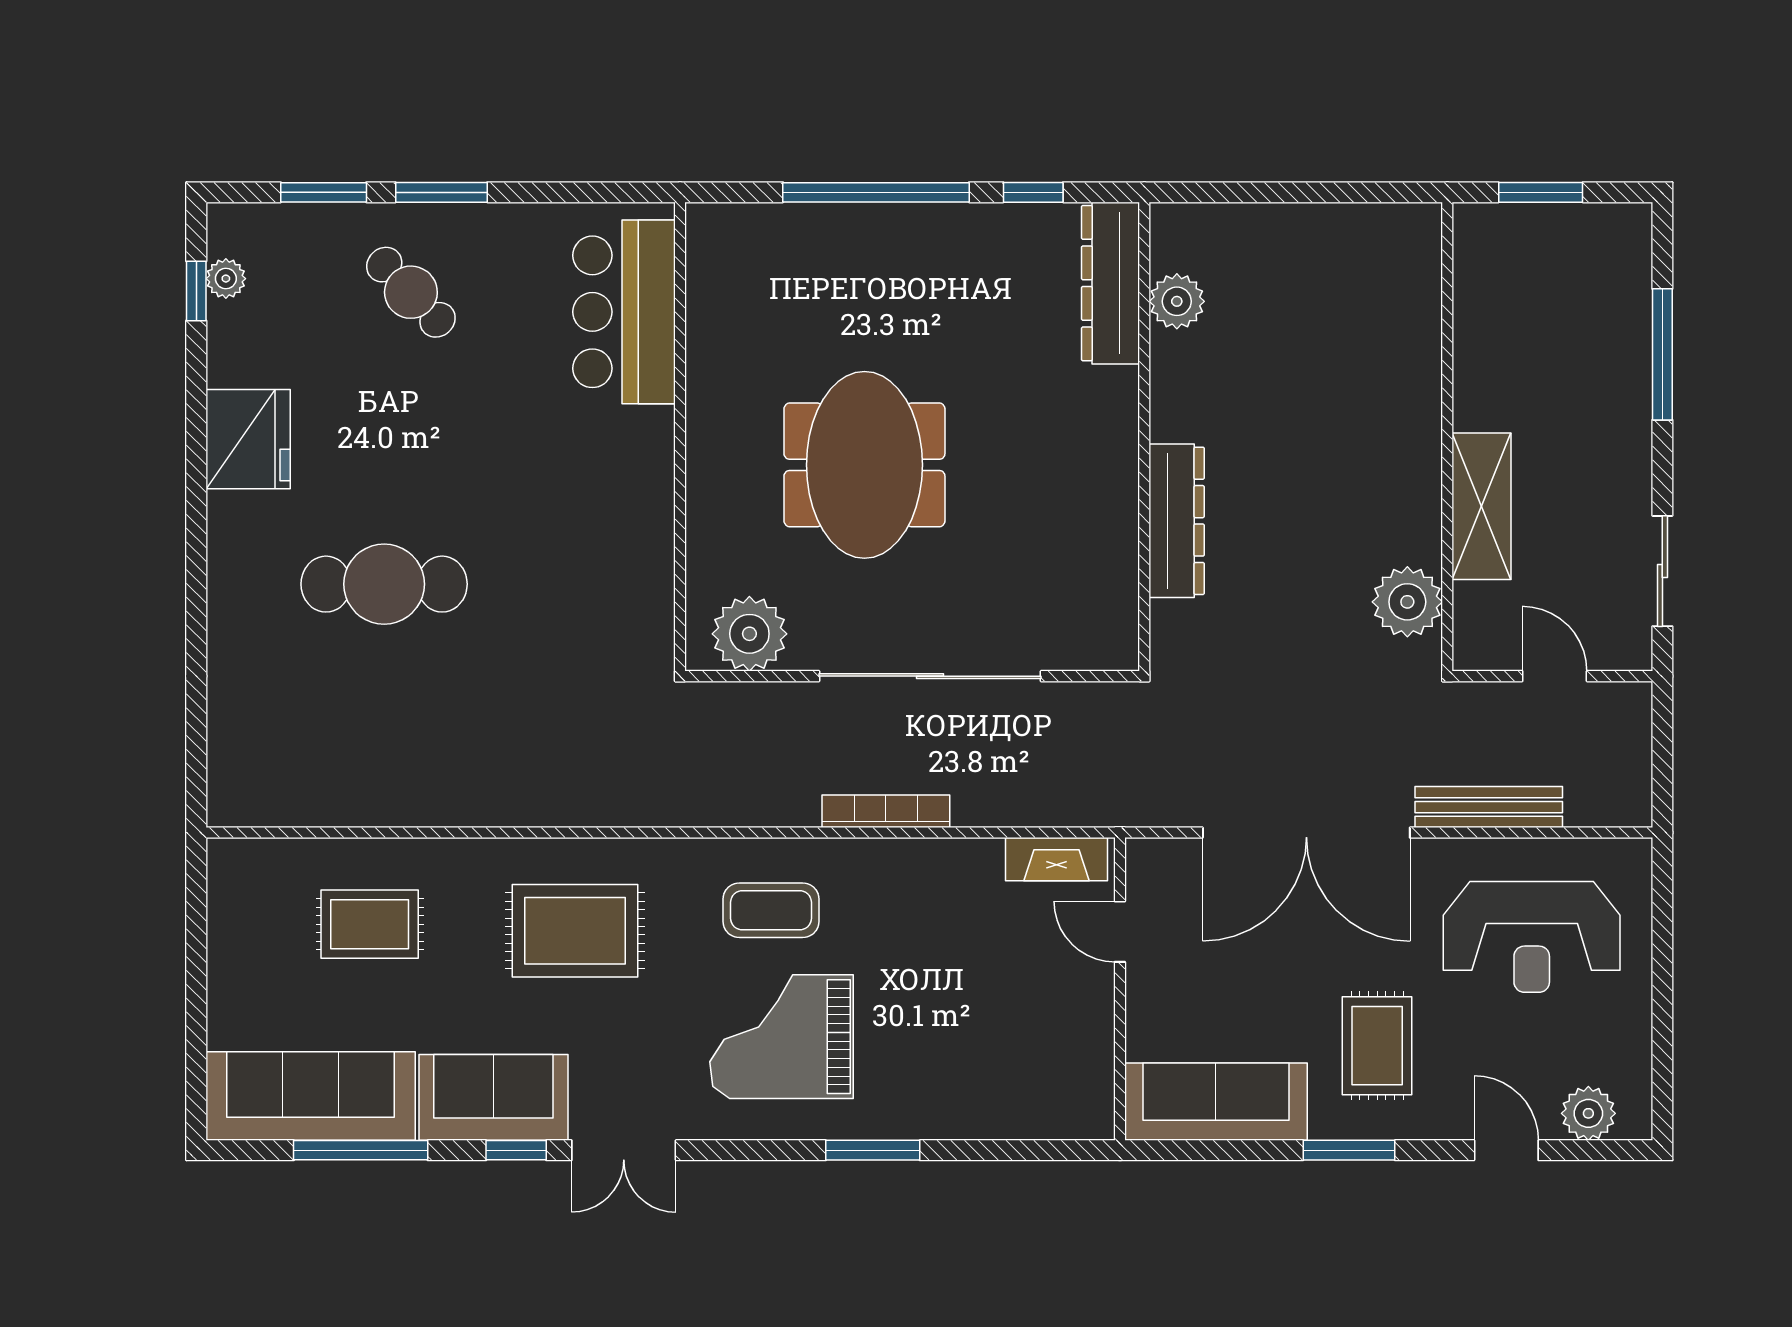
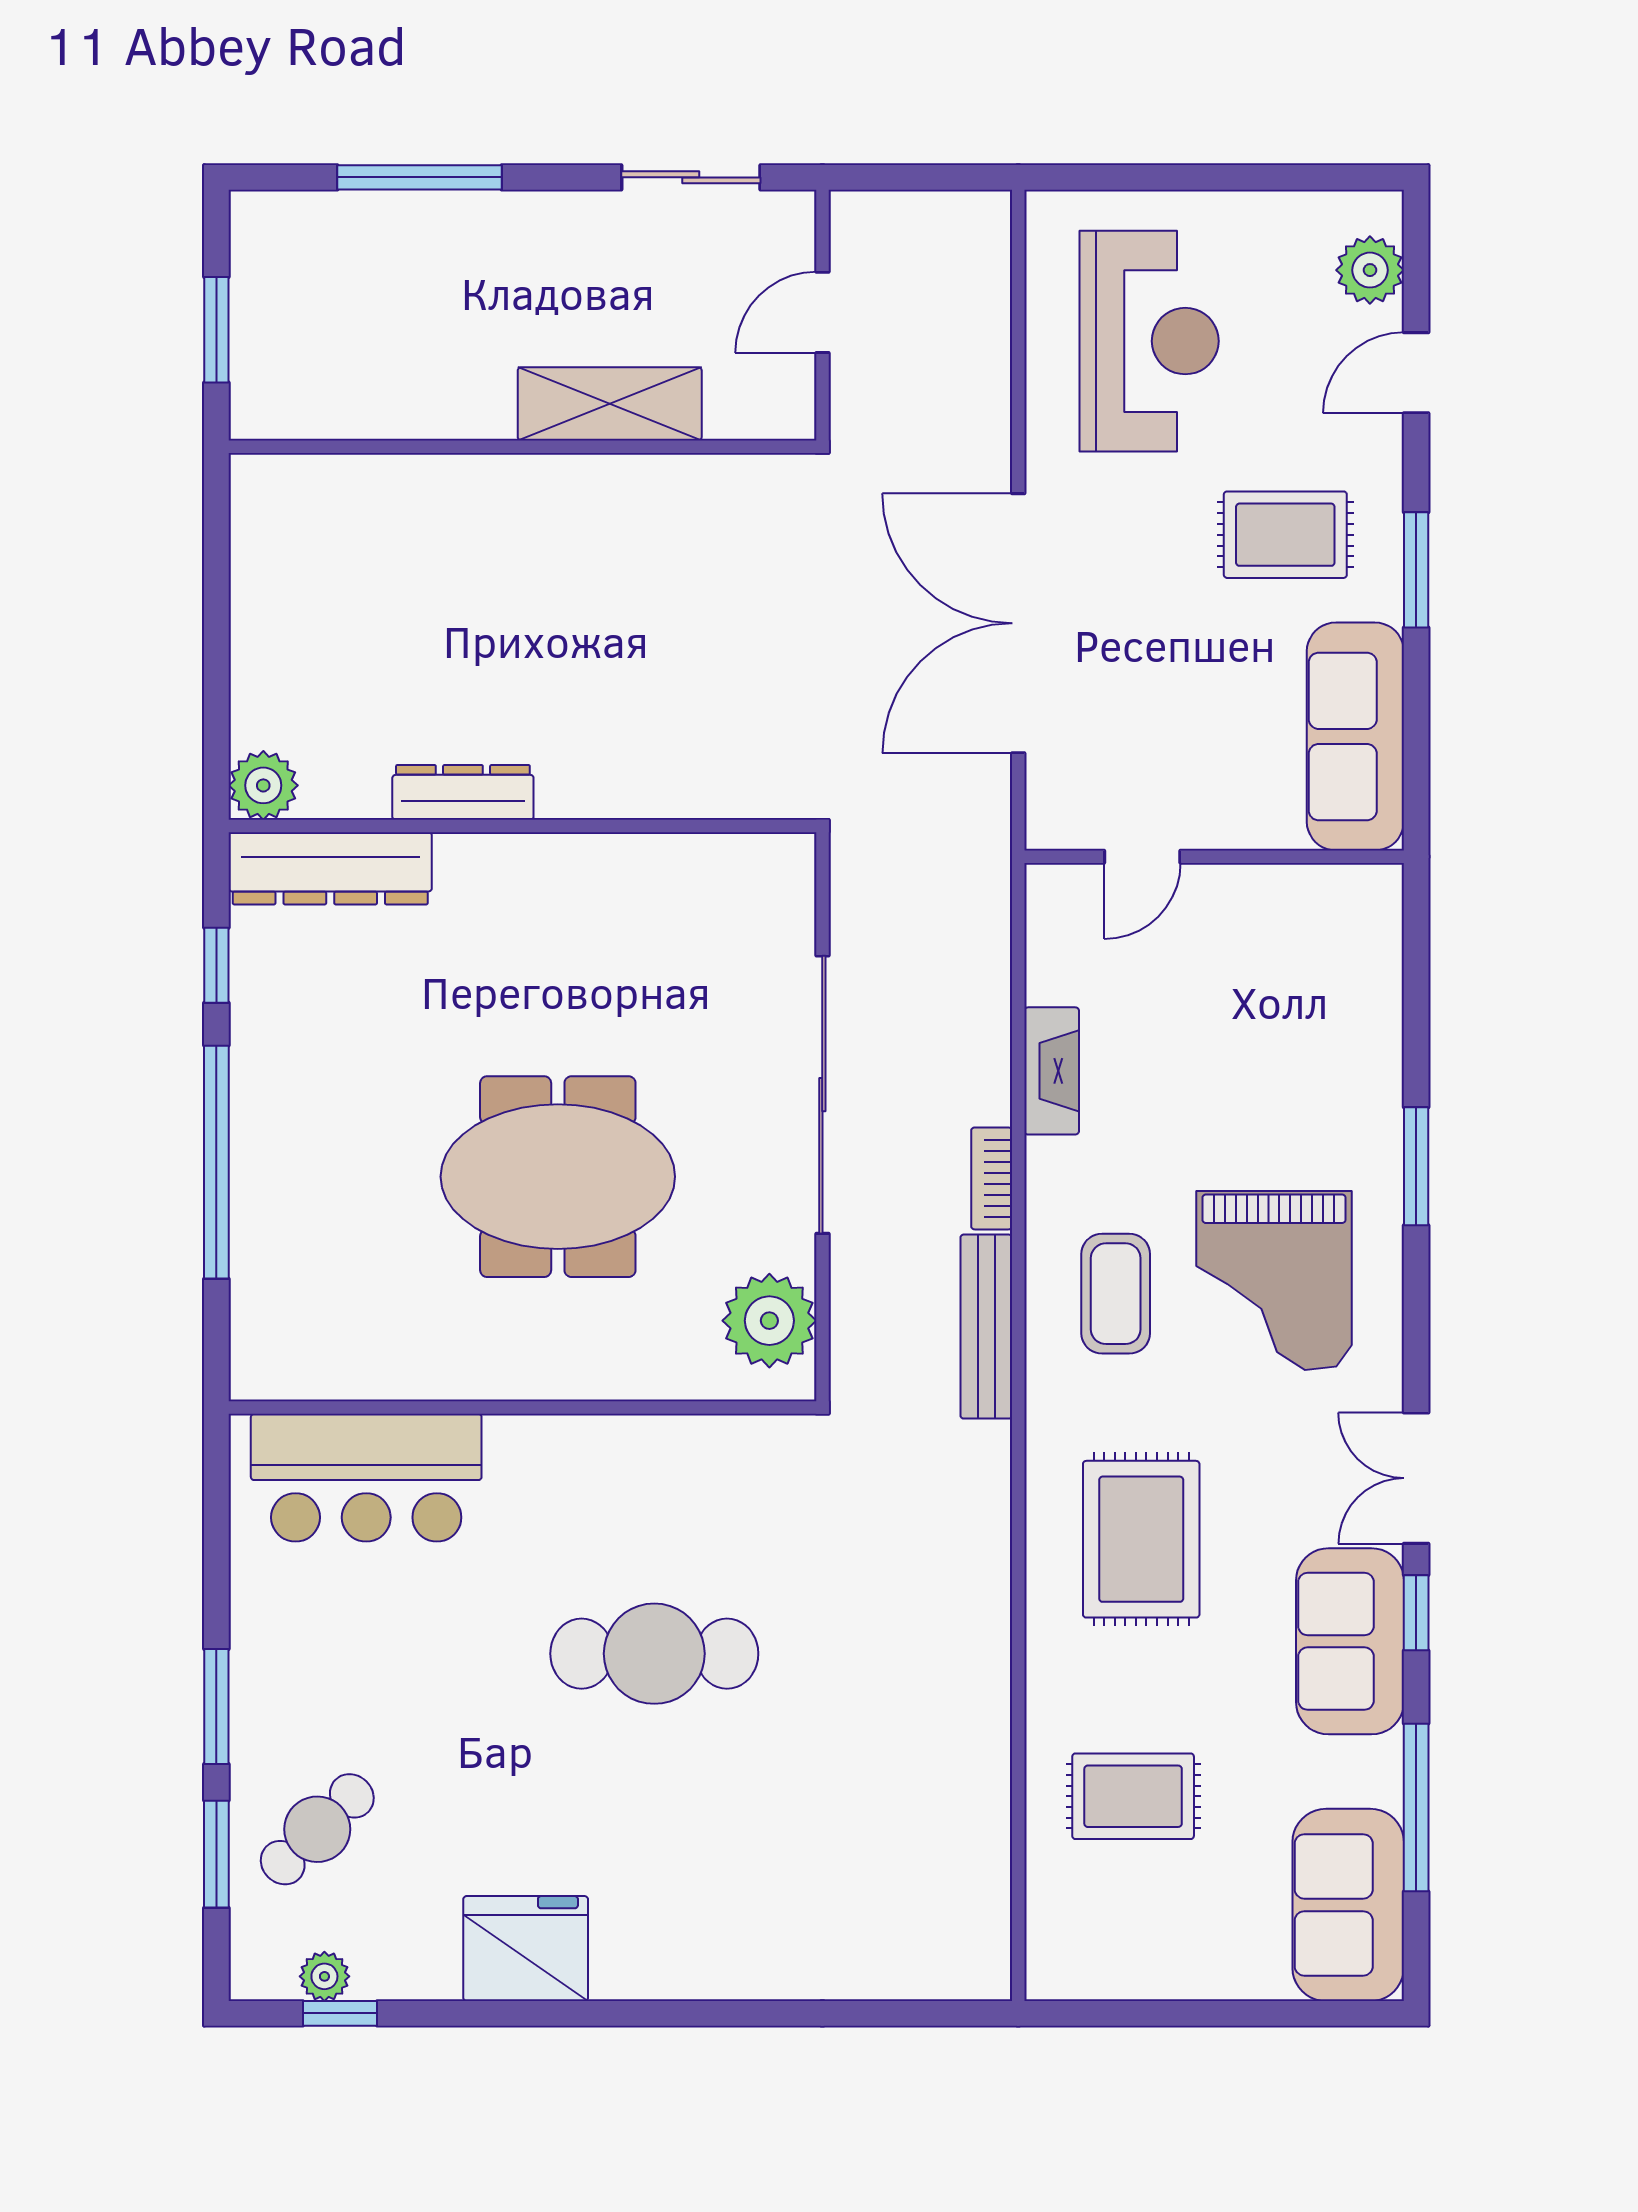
cafe table: (411, 292) -> (317, 1829), moved
plant: (1177, 301) -> (263, 785), moved
dresser: (1177, 521) -> (463, 792), moved, width x0.73, depth x0.80
cafe table: (384, 584) -> (654, 1654), moved, turned 90
plant: (1407, 602) -> (729, 497), removed
bench: (1489, 807) -> (986, 1327), moved
bookcase: (886, 811) -> (992, 1178), width x0.64
double door: (1306, 833) -> (1018, 623), swing flipped
fireplace: (1056, 859) -> (1052, 1071), moved
rug: (370, 924) -> (1133, 1796), turned 90
sofa: (311, 1096) -> (1348, 1905), width x0.73
double door: (624, 1150) -> (1416, 1478), swing flipped

